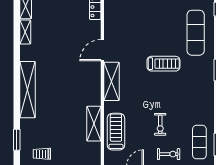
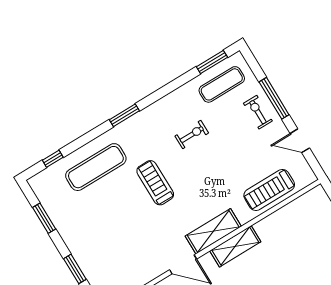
shelving: (94, 124) -> (235, 246), moved
exercise bike: (160, 124) -> (192, 135), moved

